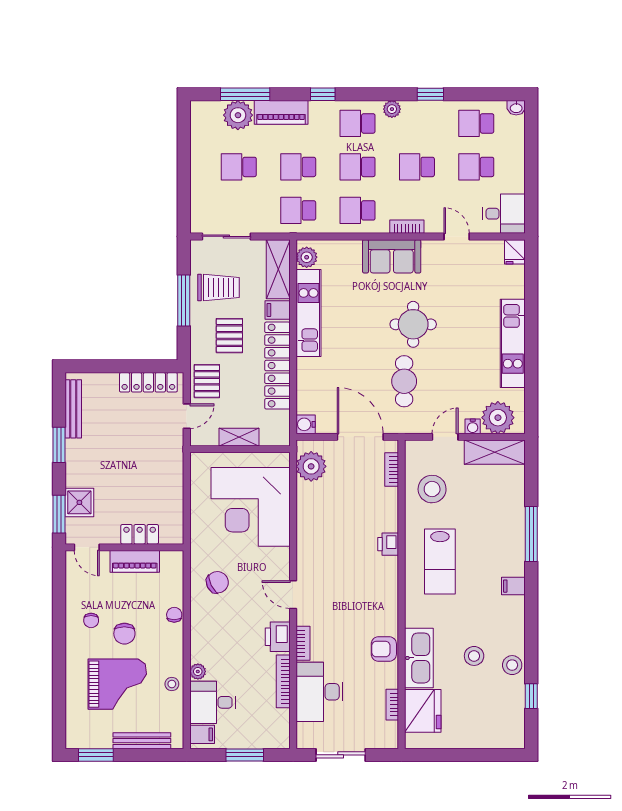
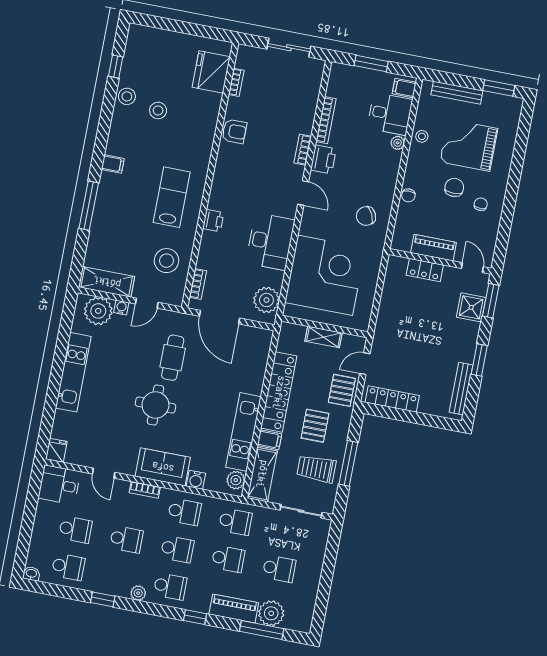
water cooler: (306, 424) -> (196, 480), moved, turned 90
kitchen sink: (419, 658) -> (206, 118), removed
desk: (320, 692) -> (270, 242), moved

